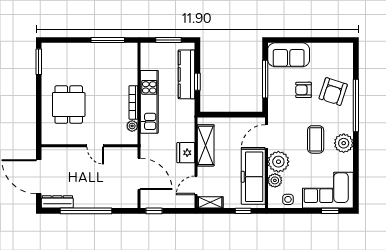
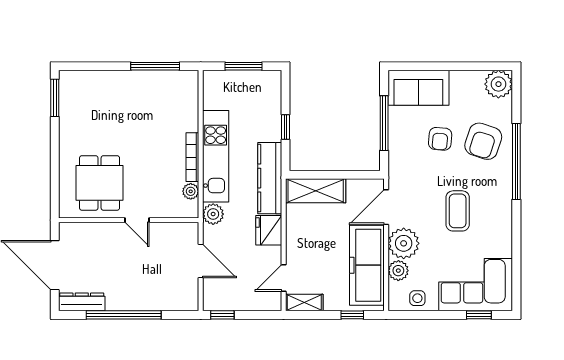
kitchen counter: (186, 74) -> (270, 178), moved
armchair: (304, 90) -> (440, 139), turned -85
dining table: (69, 105) -> (100, 183), moved
plant: (148, 142) -> (213, 214), added
plant: (344, 143) -> (498, 84), moved
shelving: (206, 145) -> (316, 191), moved, turned 90
door: (139, 174) -> (201, 261), width x0.73

